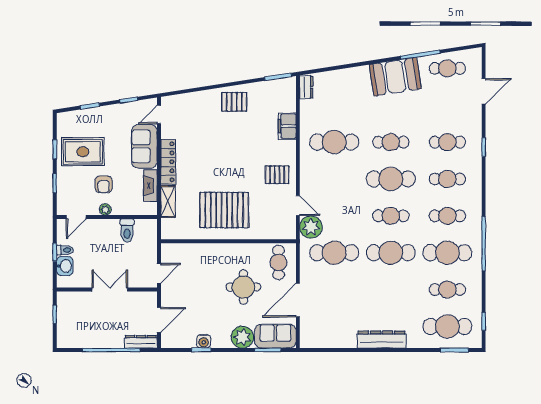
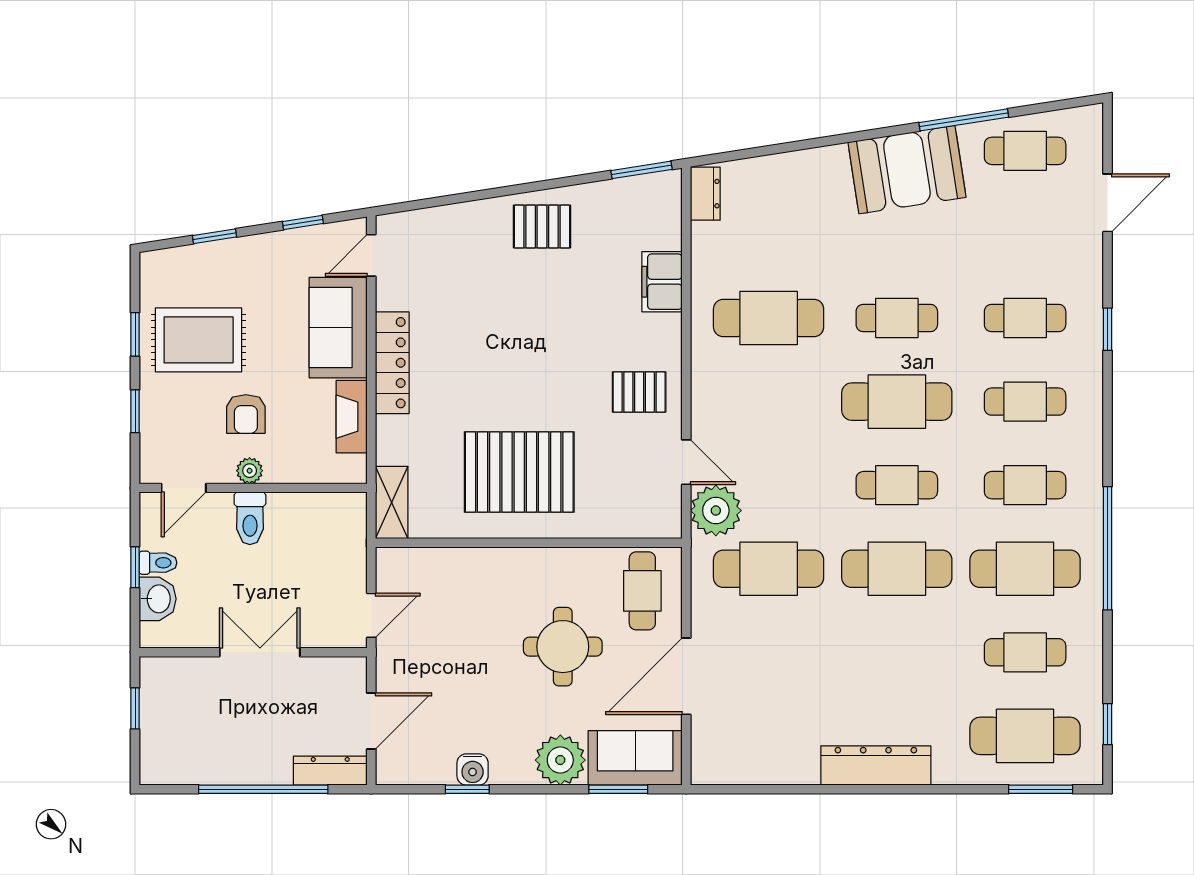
shelving: (168, 201) -> (392, 502), moved
toilet: (127, 230) -> (250, 518), moved

